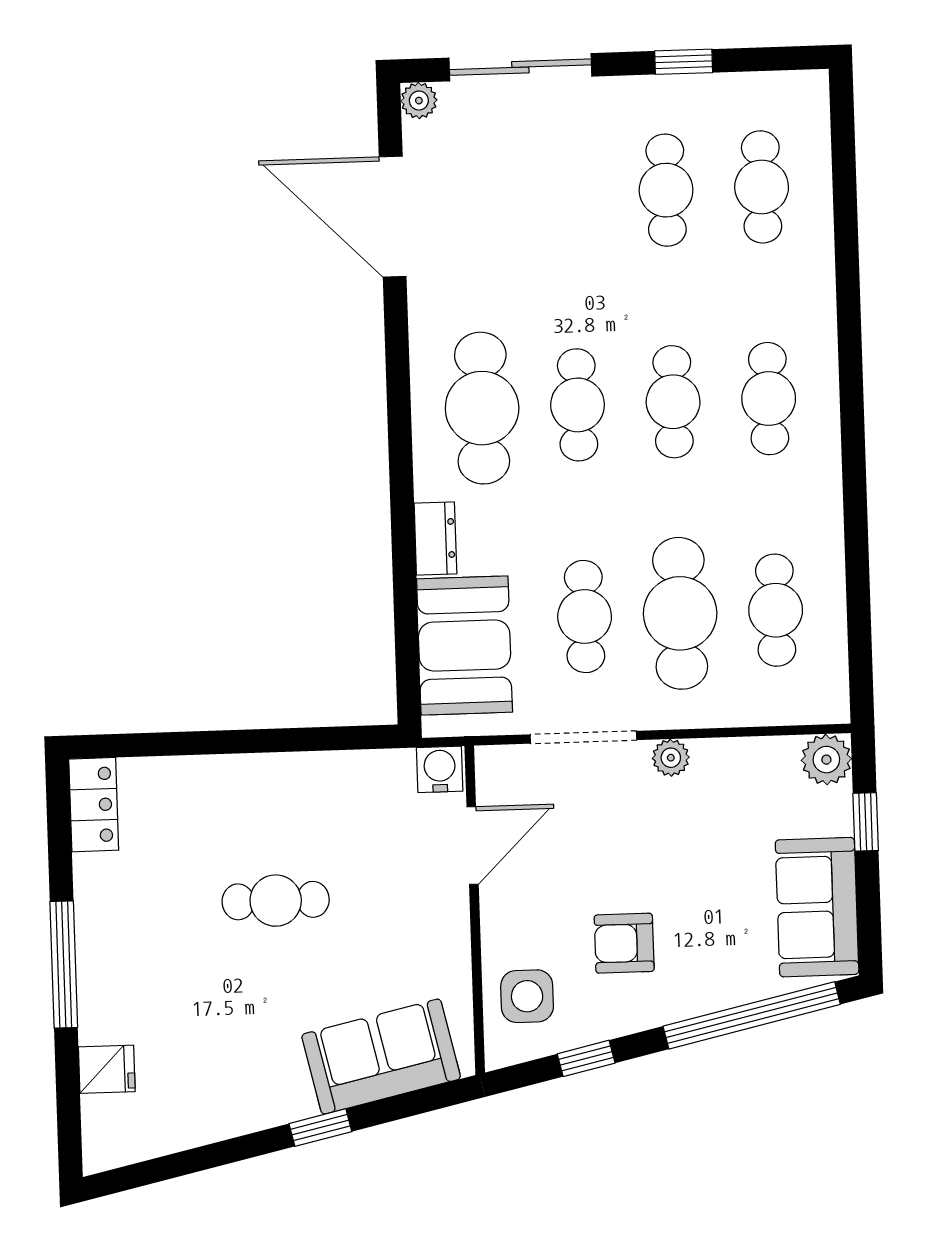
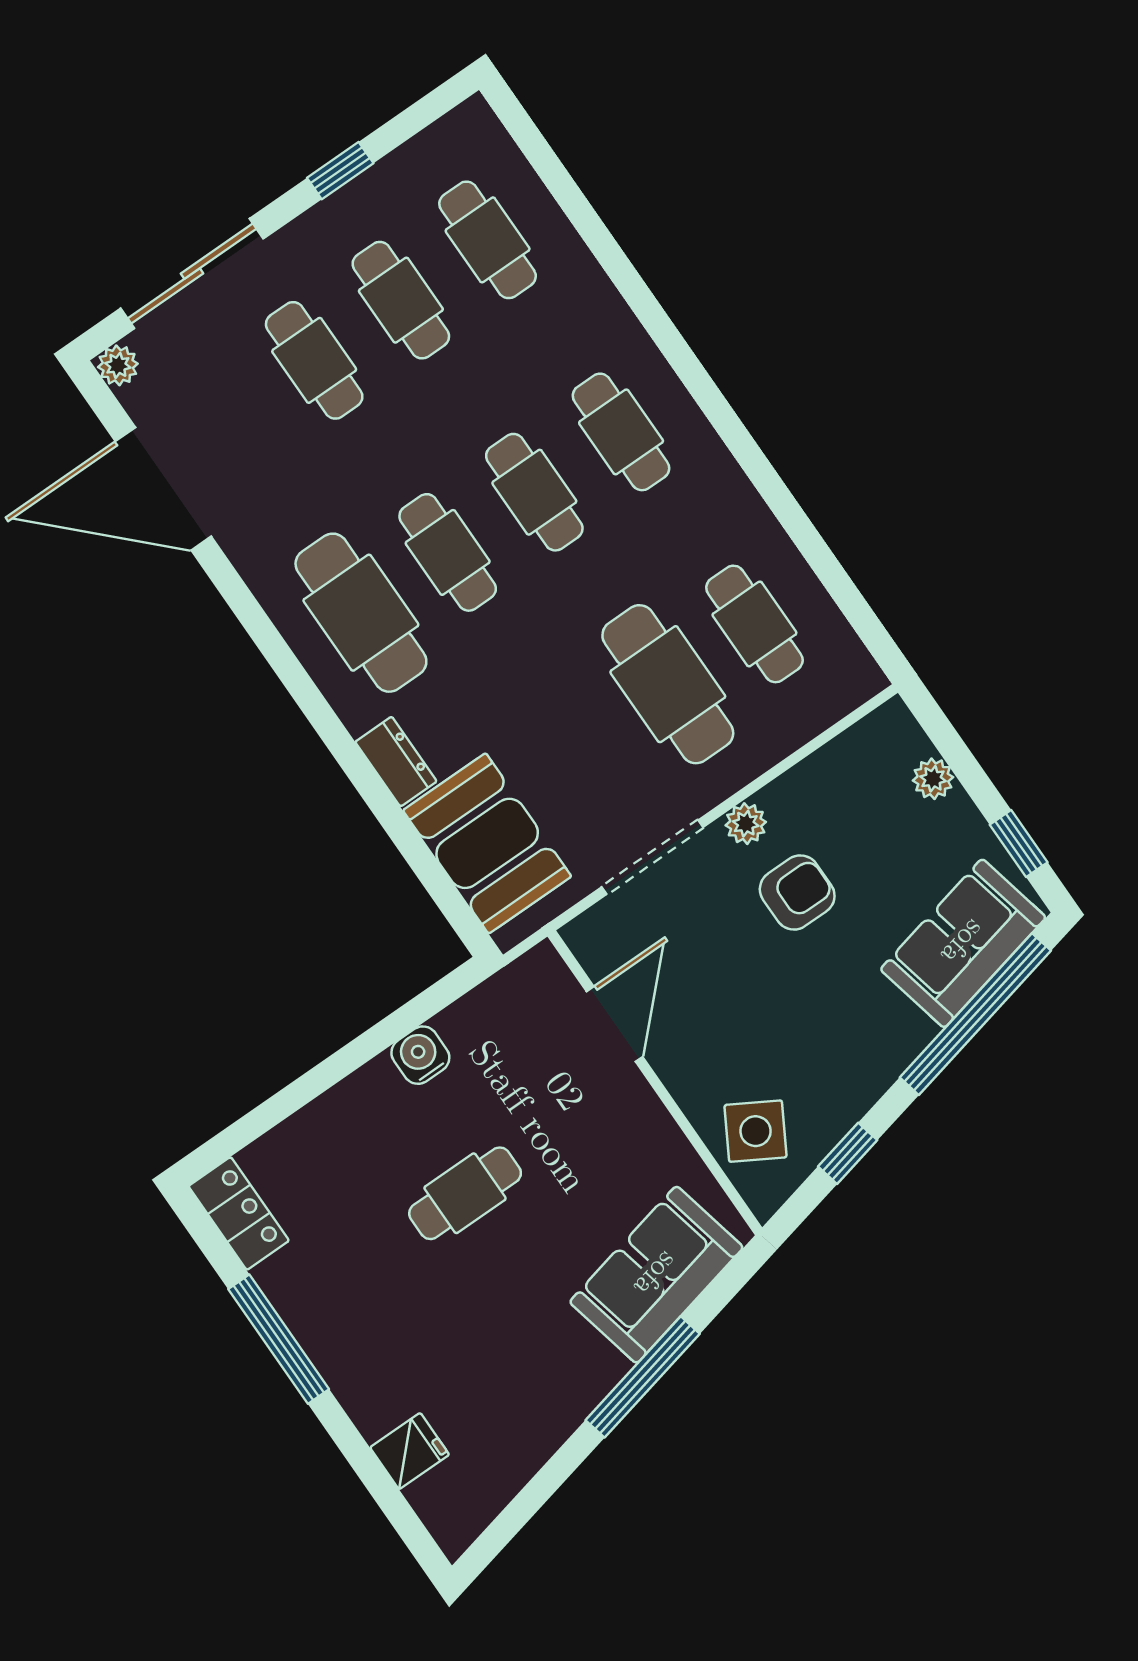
cafe table: (585, 617) -> (314, 360), moved
plant: (826, 760) -> (933, 779), moved, width x0.73, depth x0.73
water cooler: (440, 769) -> (420, 1055), moved
window: (866, 822) -> (1019, 843), moved
sofa: (817, 907) -> (963, 943), moved, turned 77
armchair: (624, 943) -> (797, 892), moved, turned 180
window: (64, 965) -> (279, 1339), moved
side table: (527, 996) -> (756, 1131), turned 30
window: (320, 1128) -> (643, 1377), width x2.17

